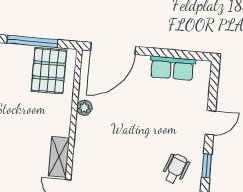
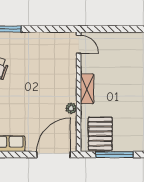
shelving: (59, 157) -> (87, 89), moved

